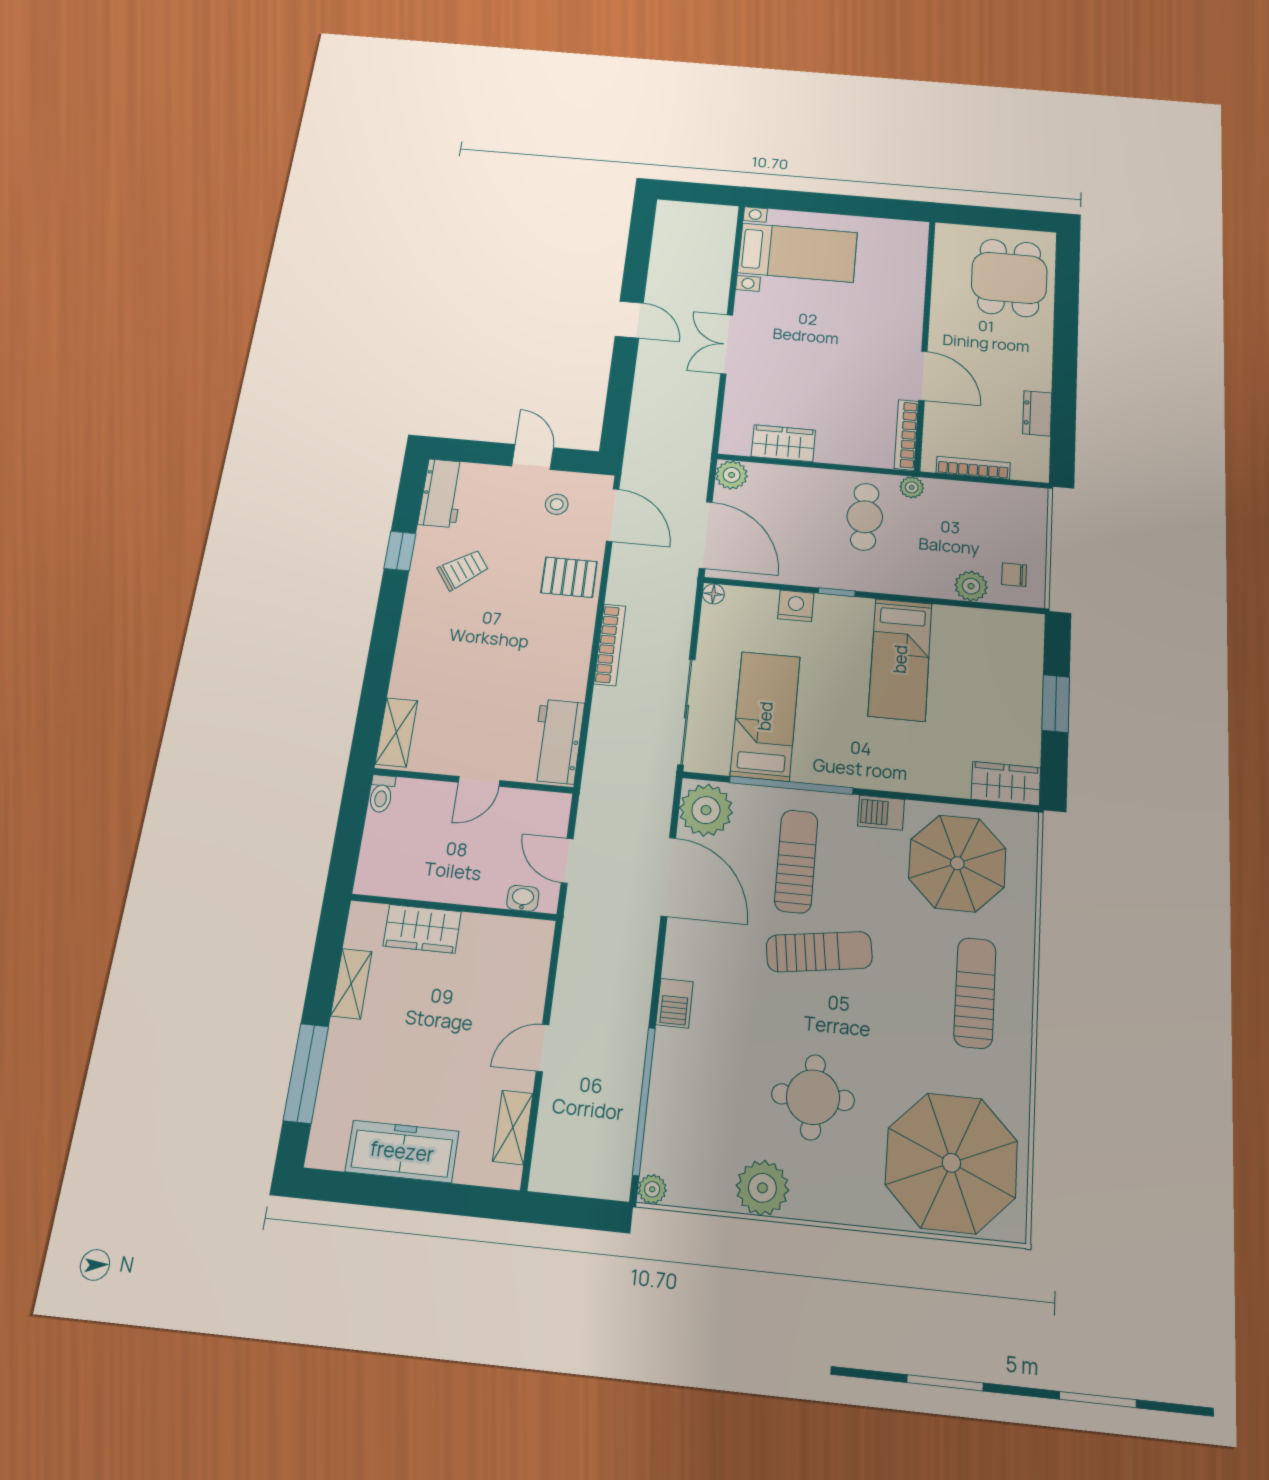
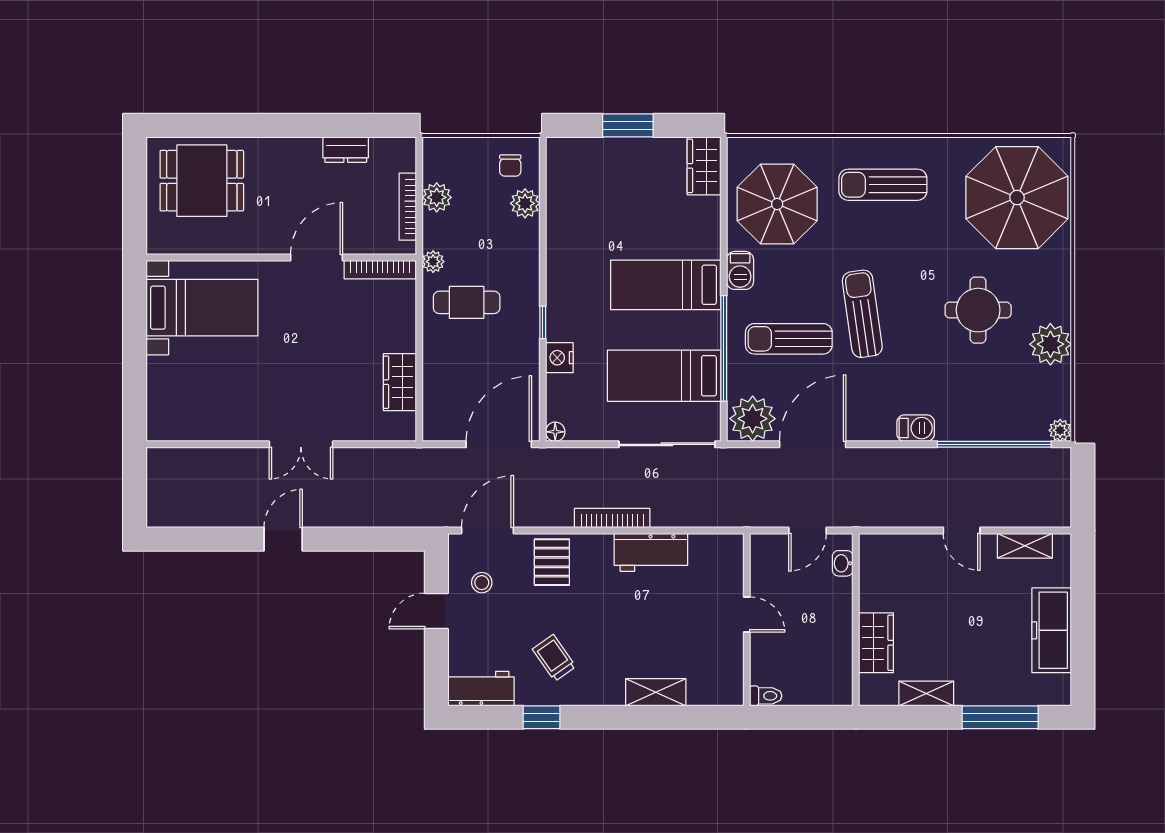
bed with nightstands: (798, 253) -> (202, 308), moved, turned 90
plant: (732, 475) -> (437, 197), moved
bed: (900, 659) -> (666, 285), moved, turned 180
shelving: (396, 732) -> (656, 692), moved
workbench: (557, 741) -> (651, 552), moved

